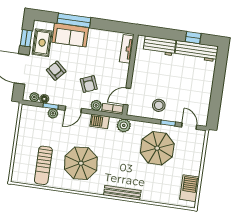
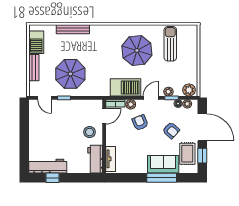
workbench: (159, 46) -> (95, 159), moved, turned -90
stool: (159, 105) -> (90, 132), moved
barbecue: (100, 121) -> (126, 87), width x1.88, depth x1.53
plant: (124, 125) -> (189, 90), moved
bench: (196, 161) -> (34, 68), added
bench: (122, 193) -> (73, 29), moved

